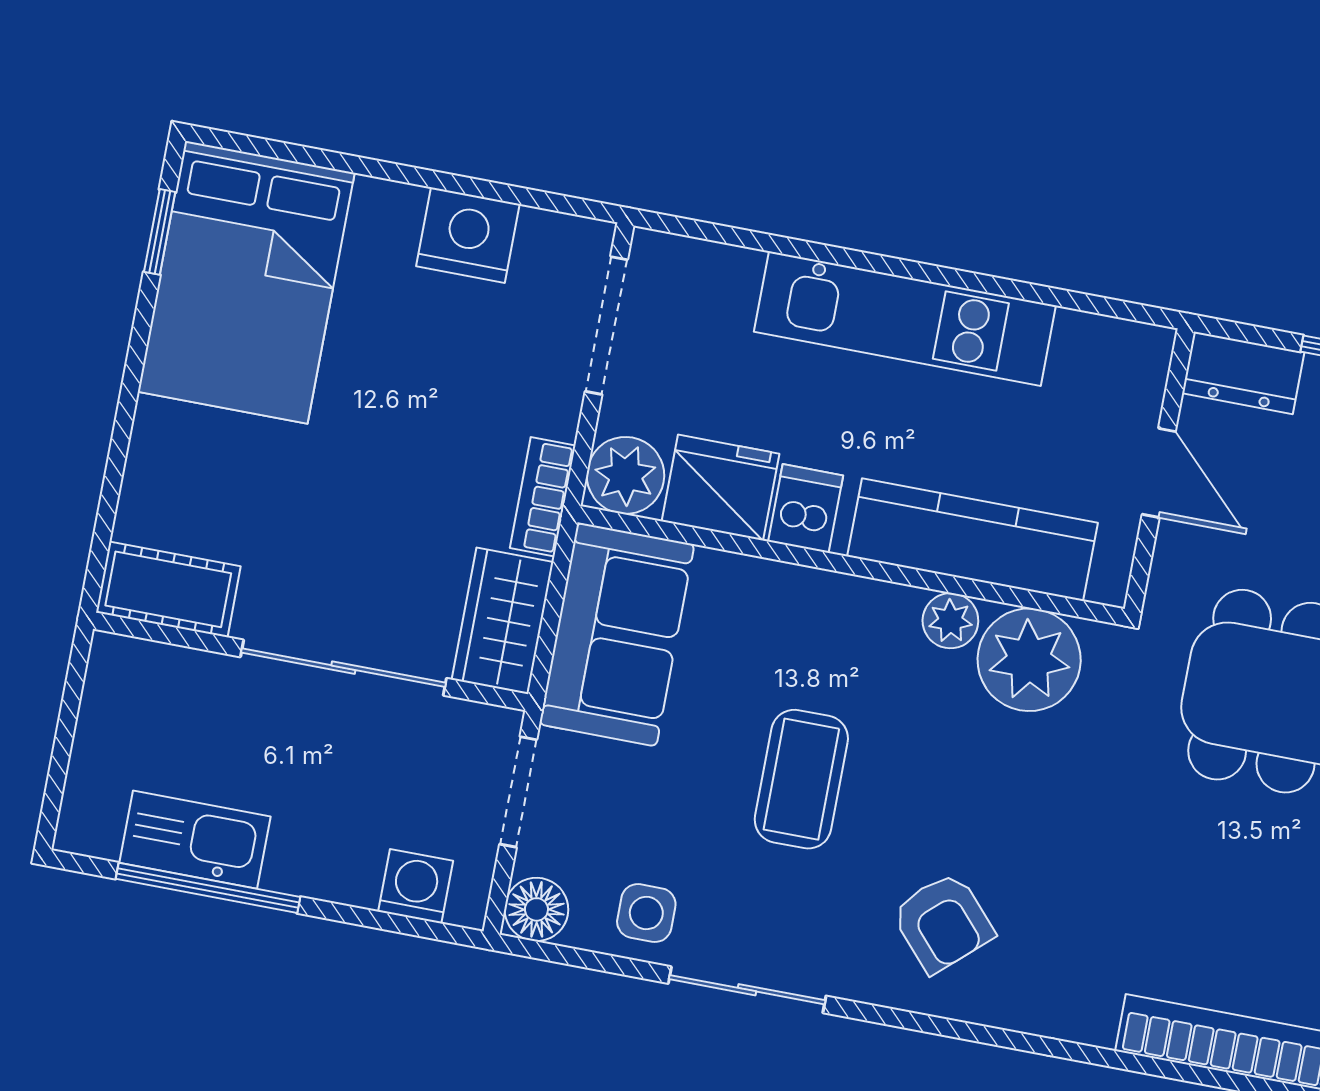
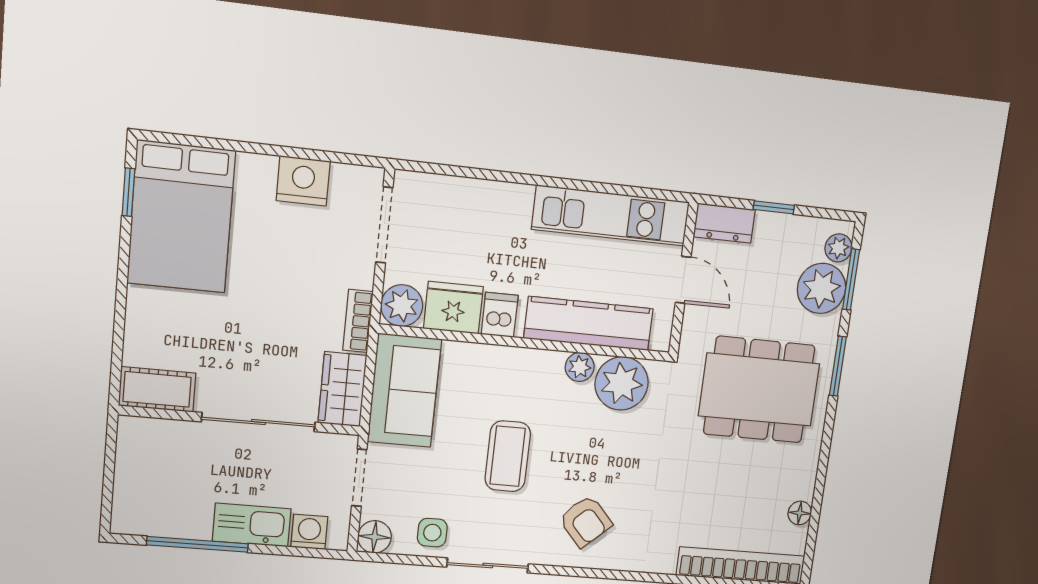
kitchen unit: (905, 319) -> (611, 216), moved
kitchen sink: (195, 840) -> (252, 525), moved

